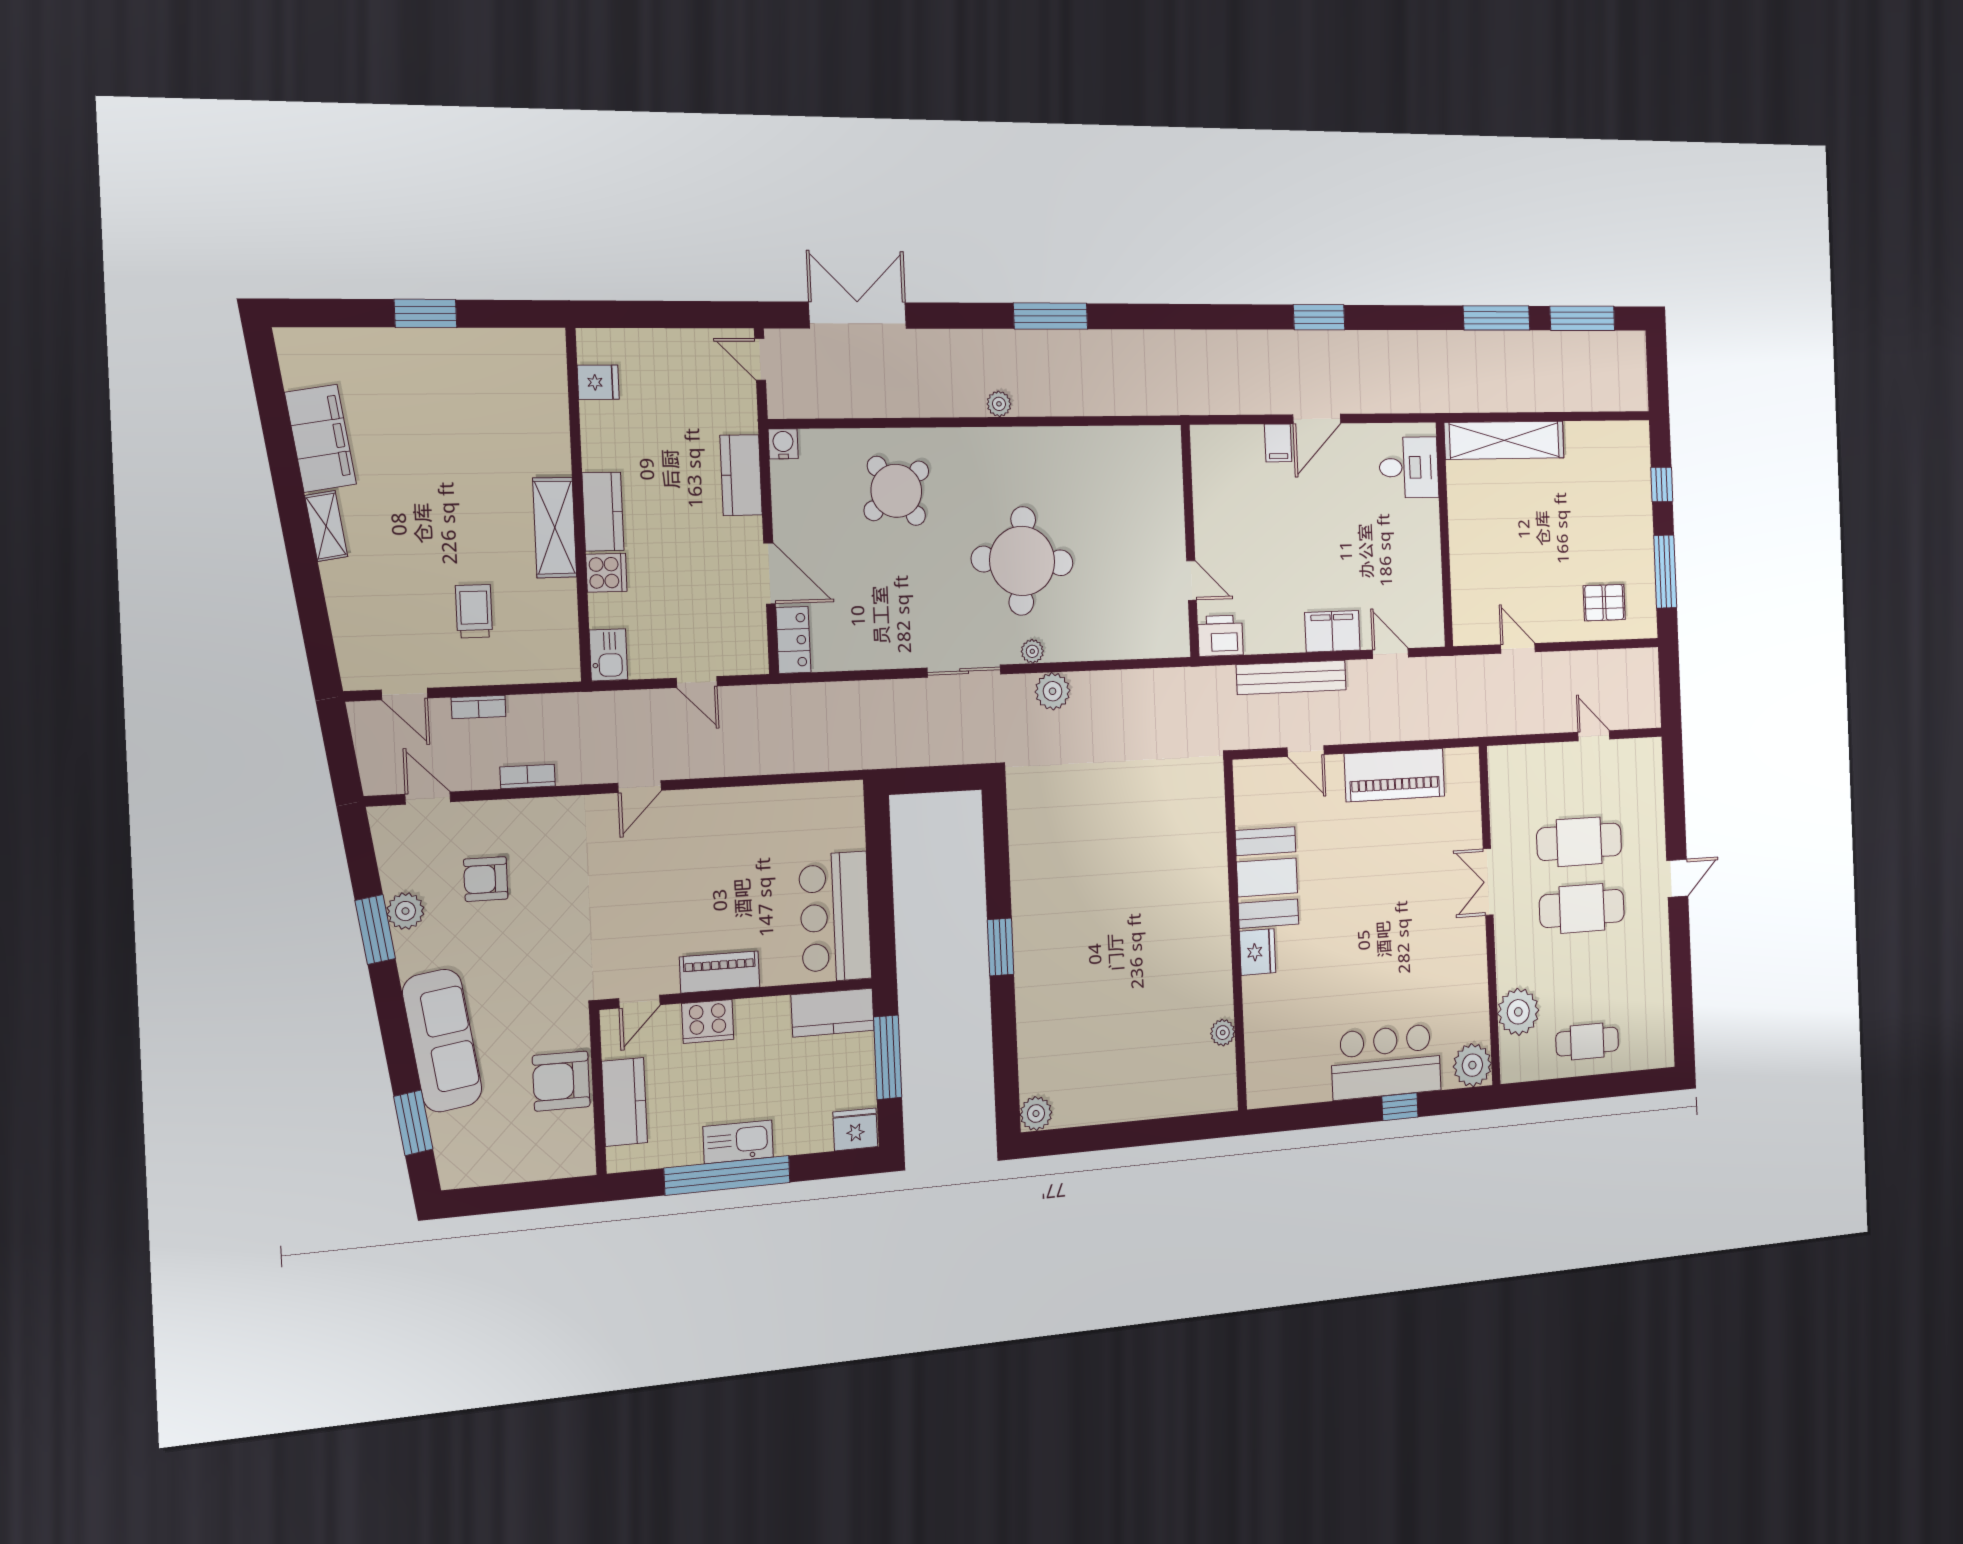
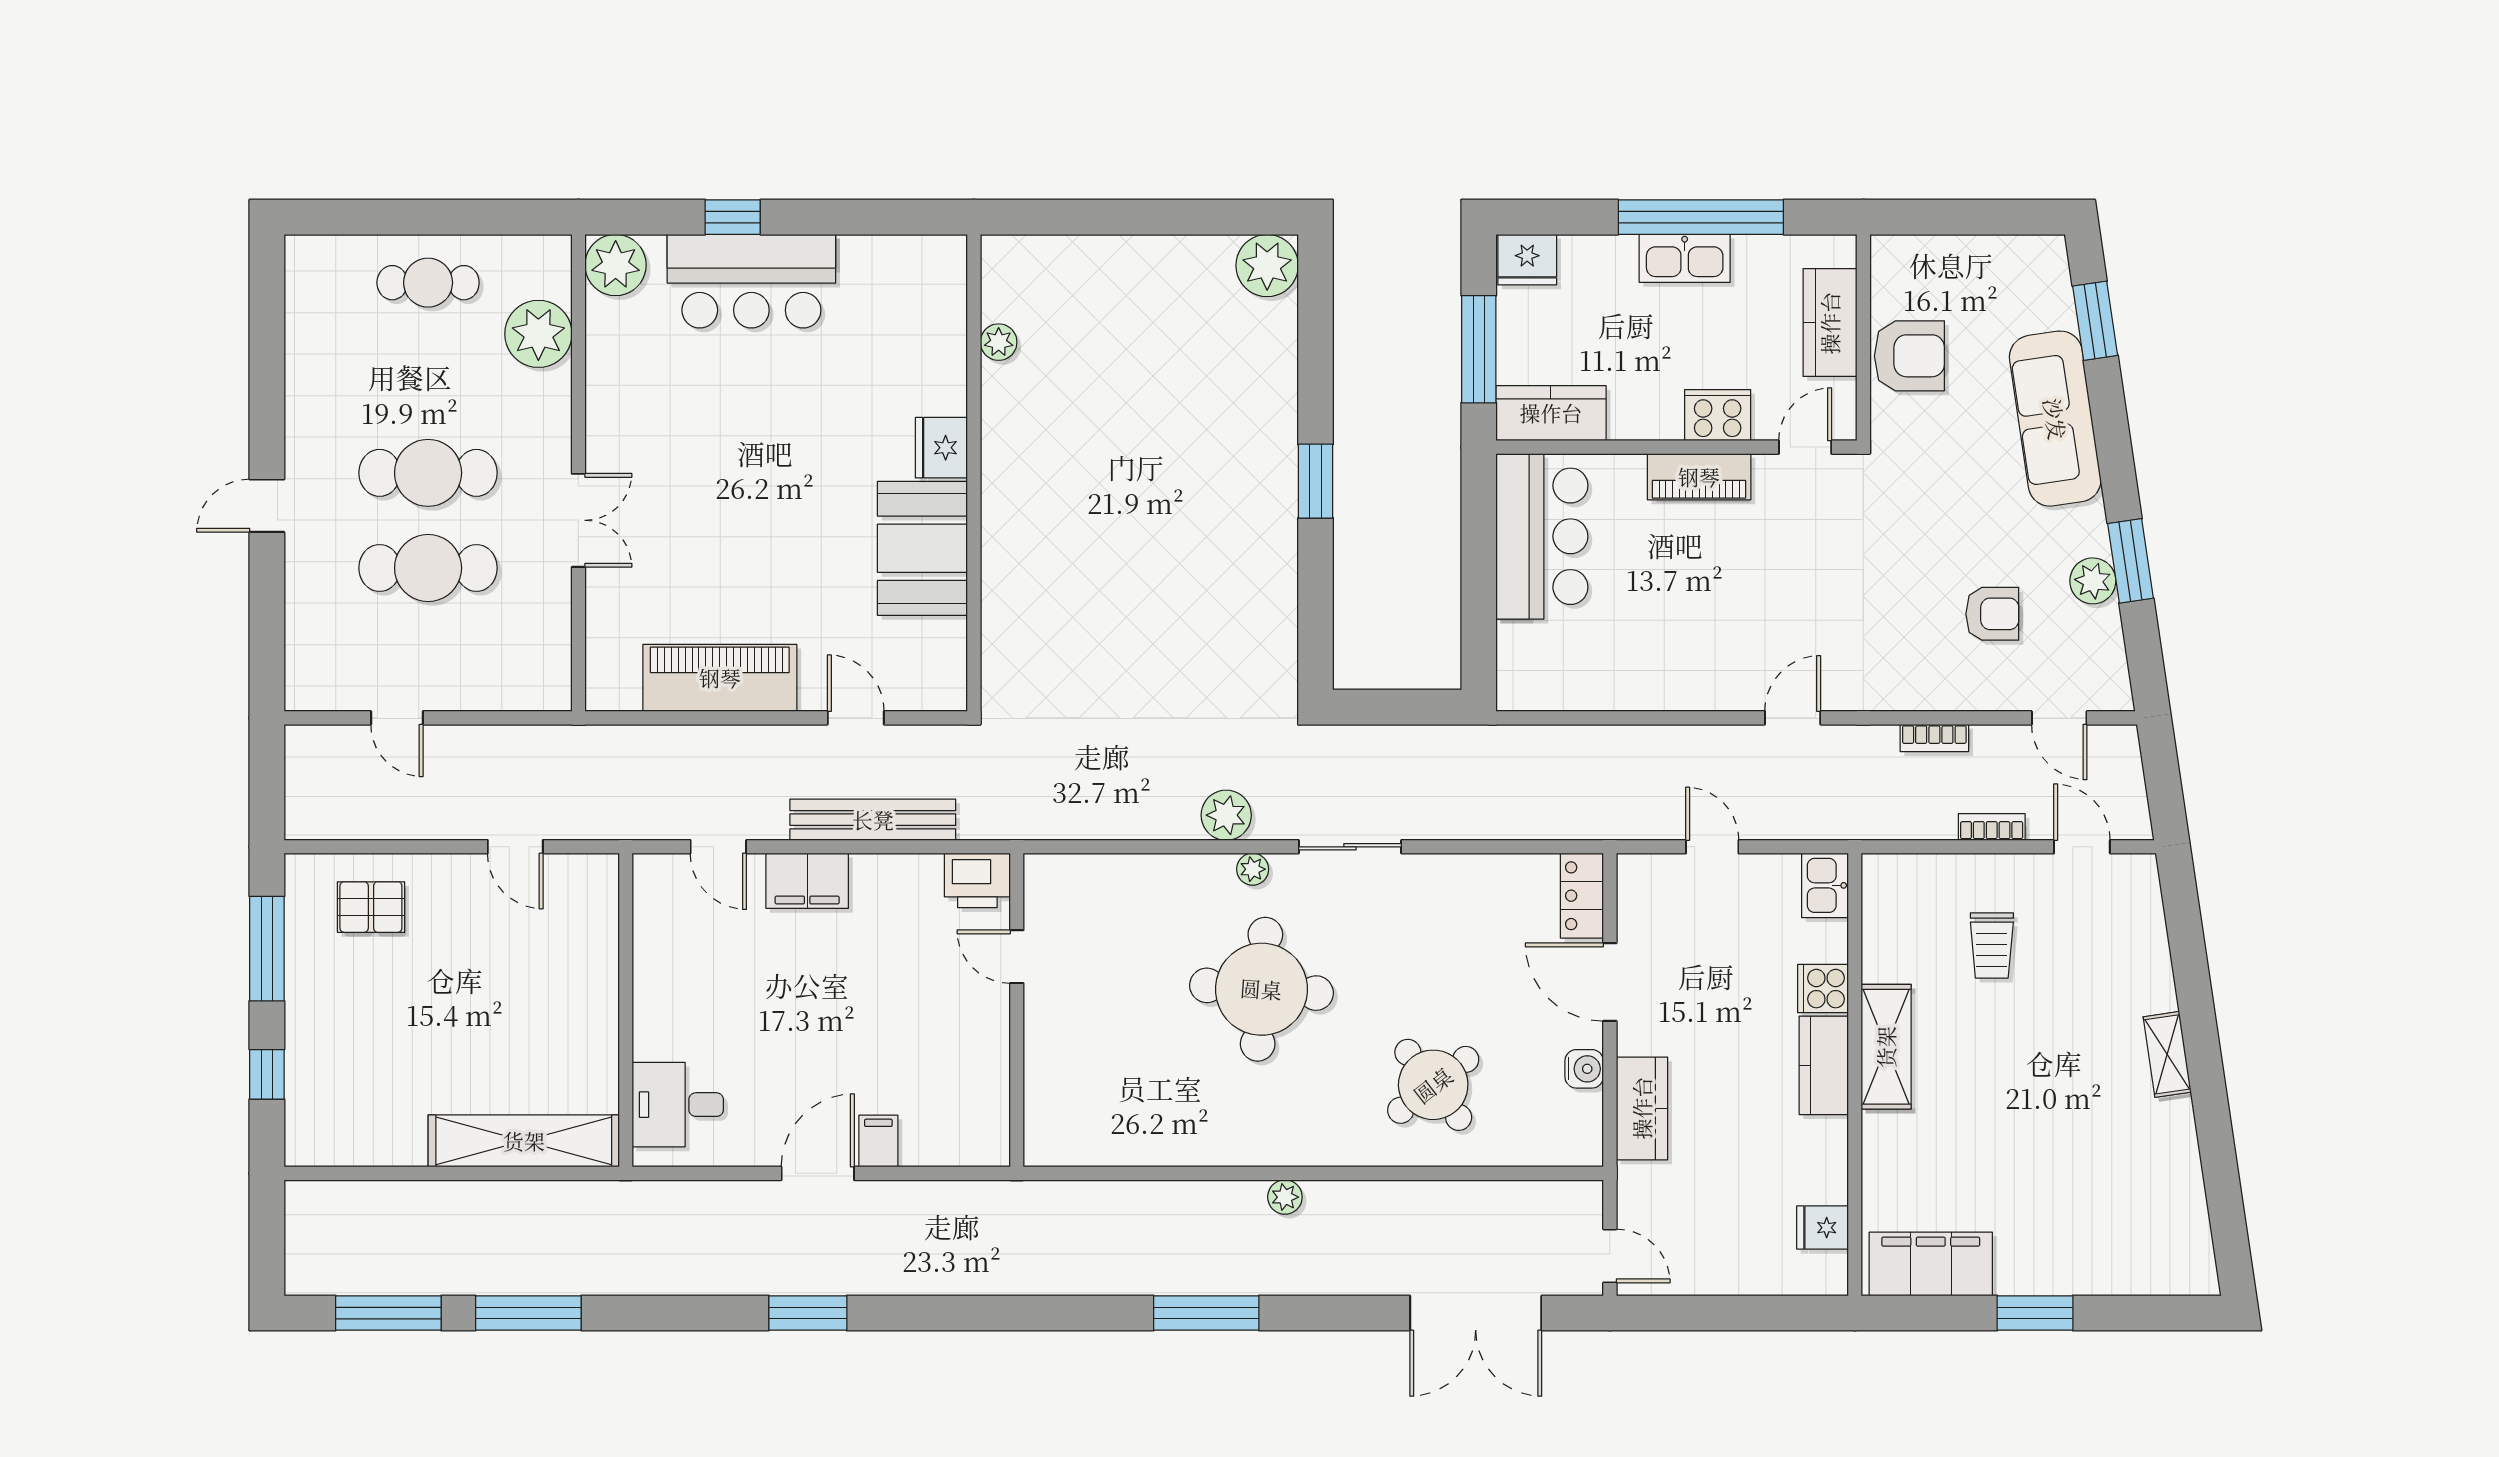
filing cabinet: (321, 438) -> (1931, 1264), moved, turned 98
water cooler: (783, 444) -> (1584, 1069), moved, turned -90
plant: (1036, 1114) -> (1267, 266), width x1.36, depth x1.36

